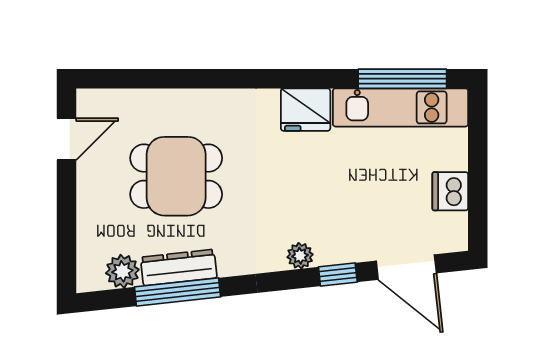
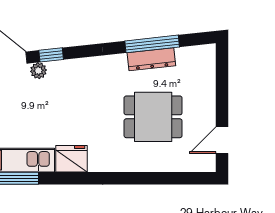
plant: (300, 256) -> (38, 71), moved
plant: (122, 271) -> (187, 57), removed

